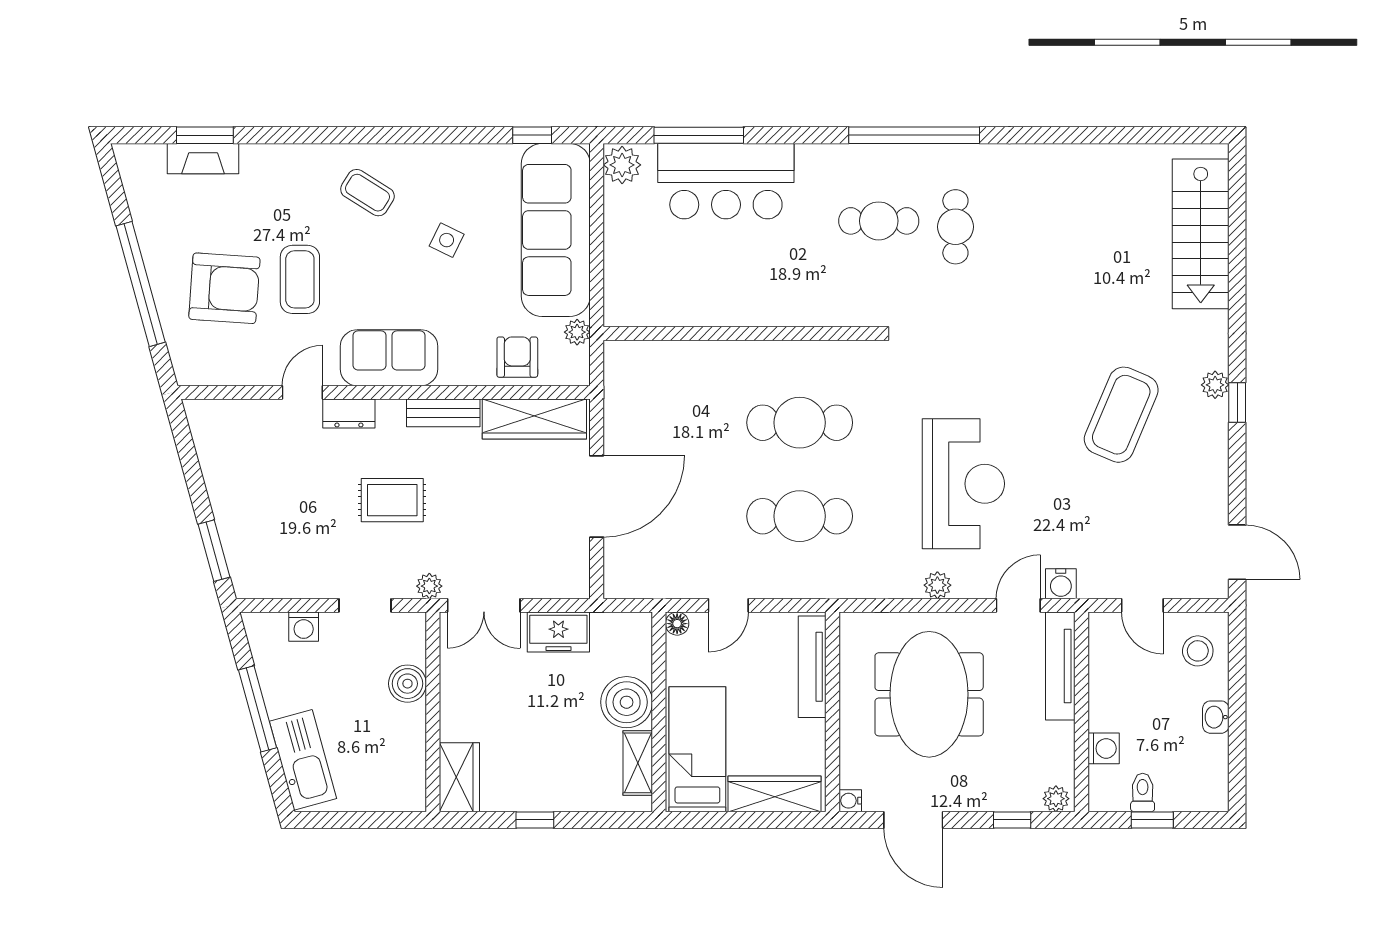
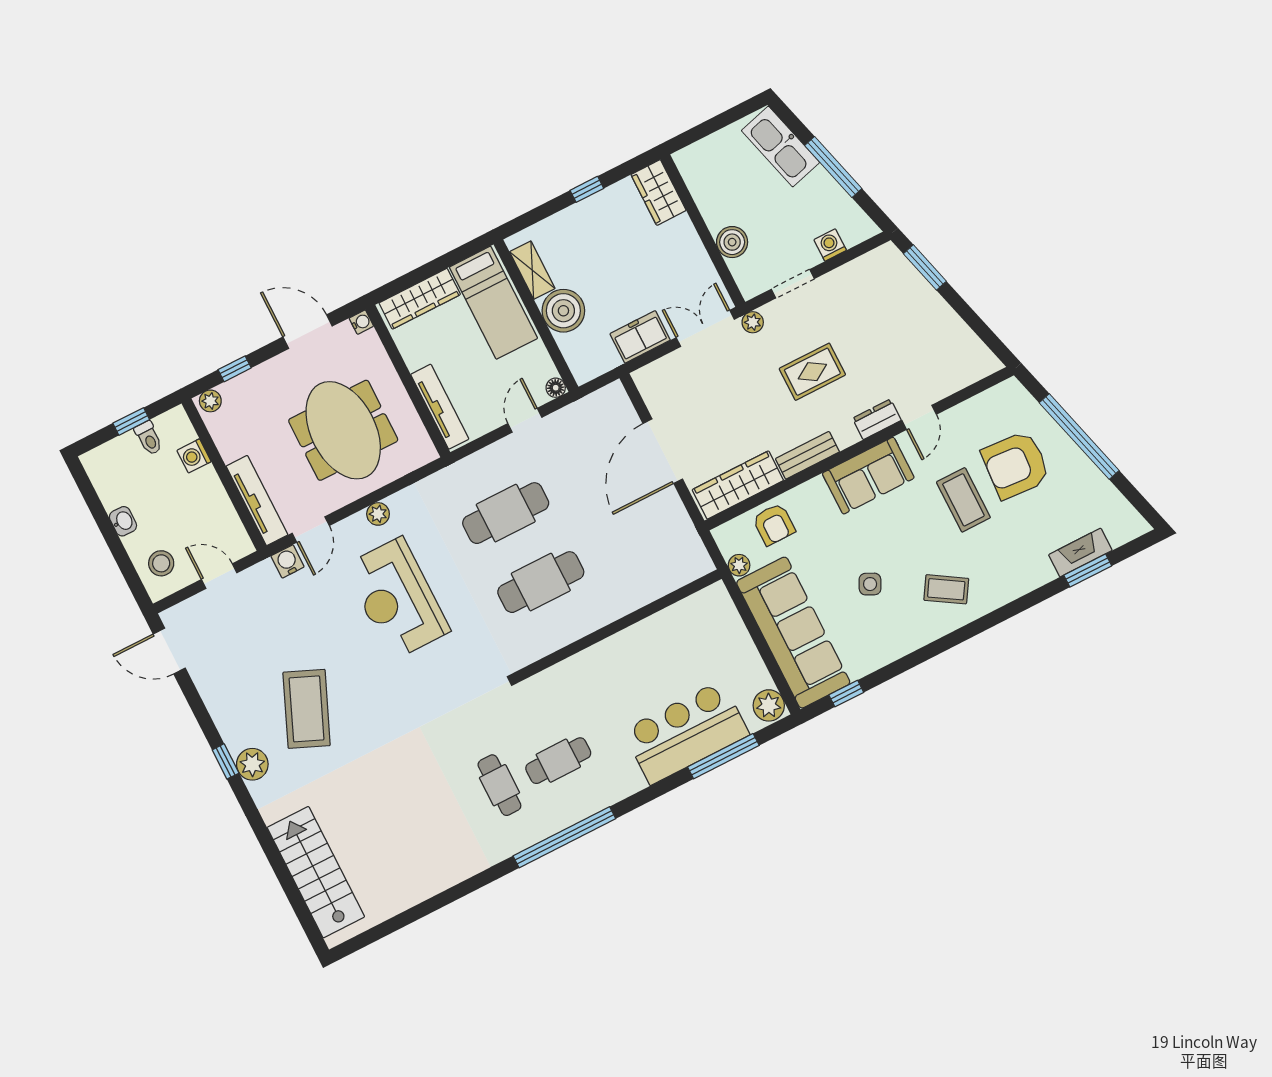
plant: (1215, 385) -> (252, 764), width x1.38, depth x1.38

